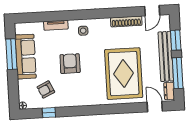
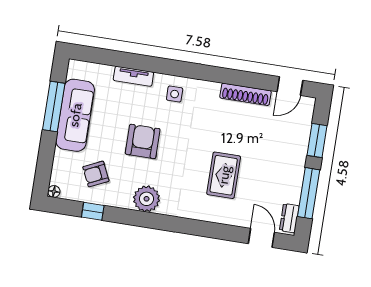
bench: (166, 56) -> (296, 163), removed
rug: (124, 74) -> (224, 175), width x0.54, depth x0.49
plant: (80, 98) -> (147, 199), added

